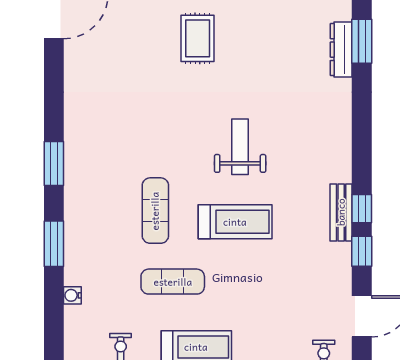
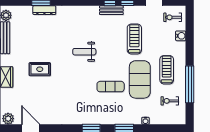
treadmill: (235, 222) -> (134, 39), moved
exercise mat: (173, 282) -> (140, 79), width x2.00, depth x1.45

